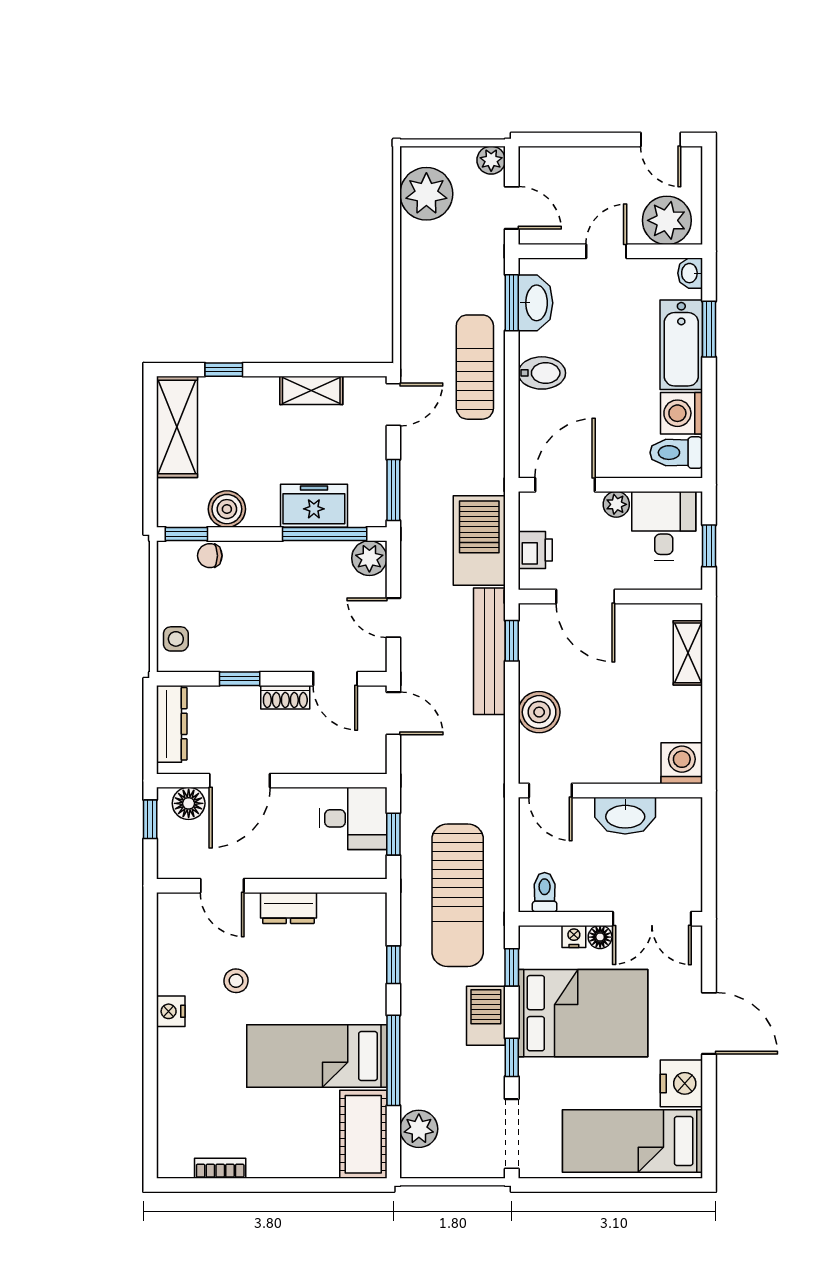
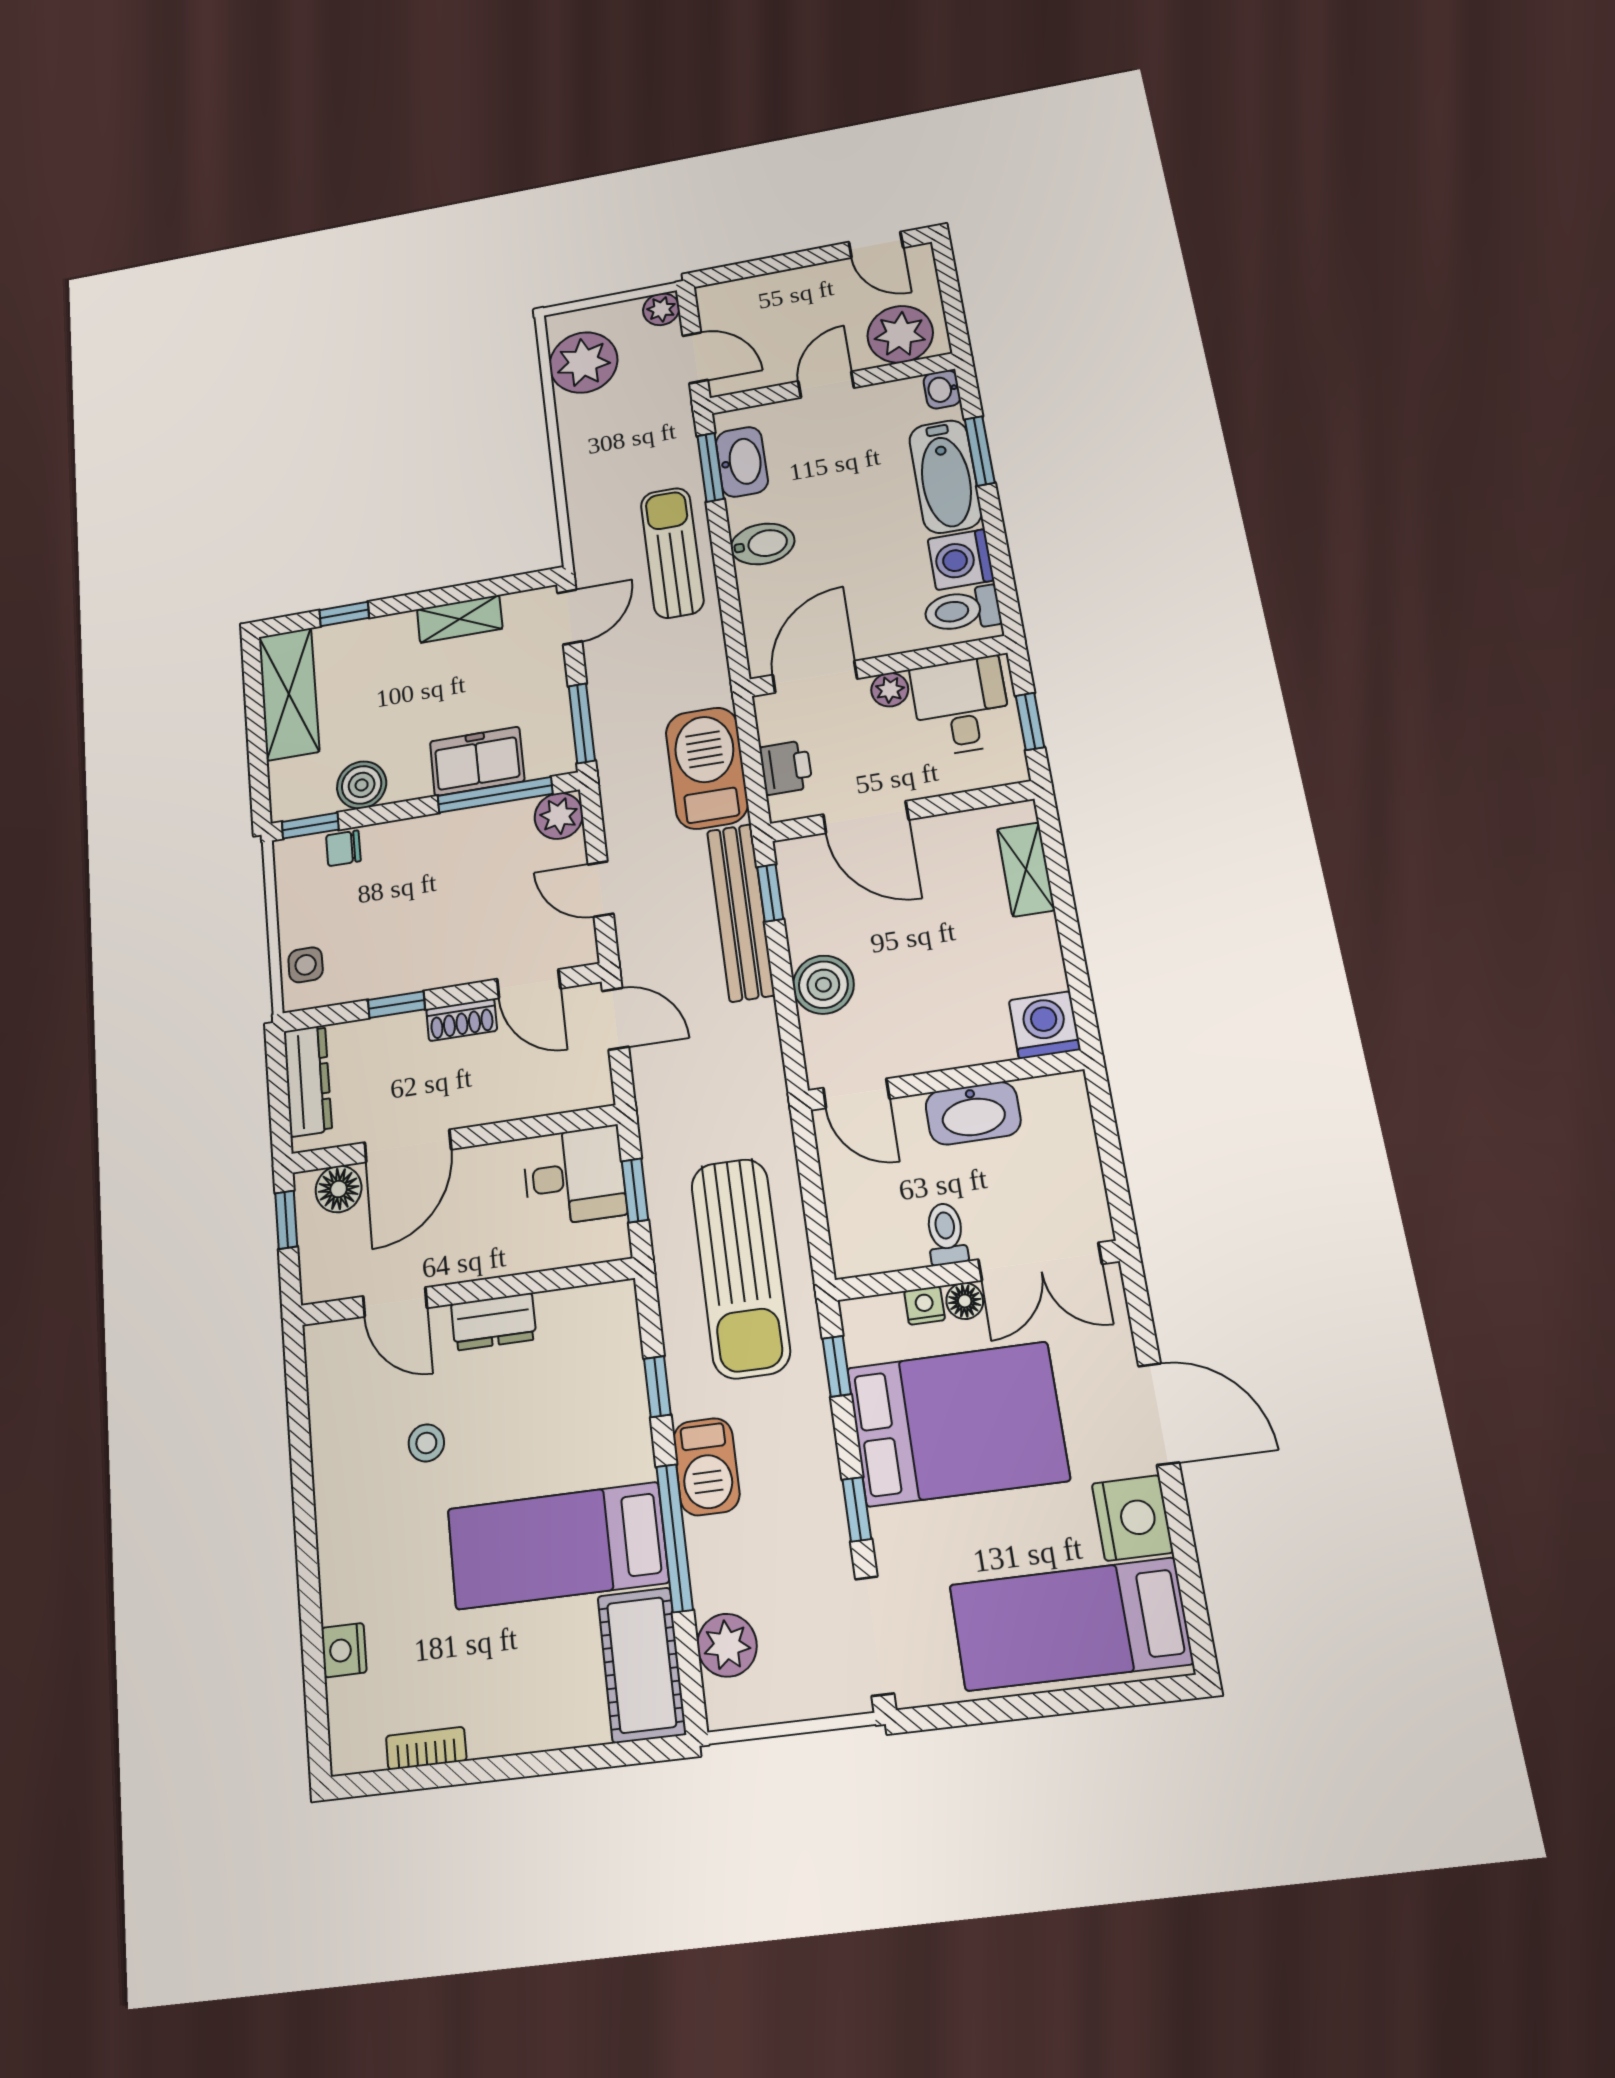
toilet: (545, 892) -> (946, 1234), moved
nightstand: (171, 1011) -> (344, 1650), moved
barbecue: (486, 1016) -> (706, 1467), moved, turned 180

